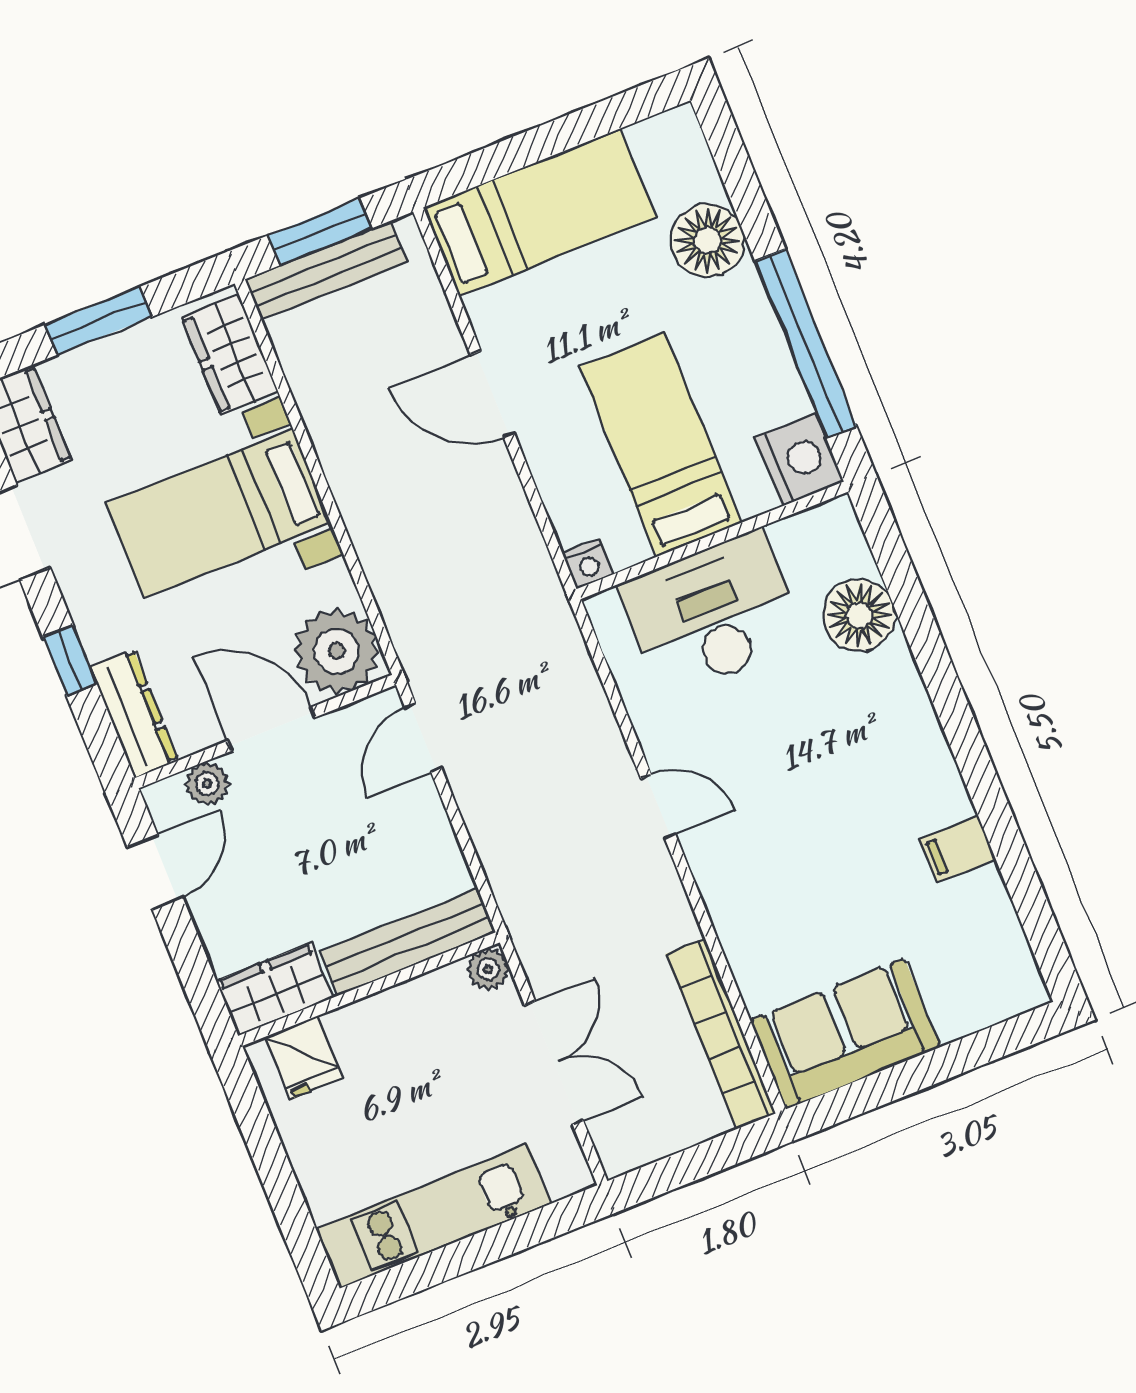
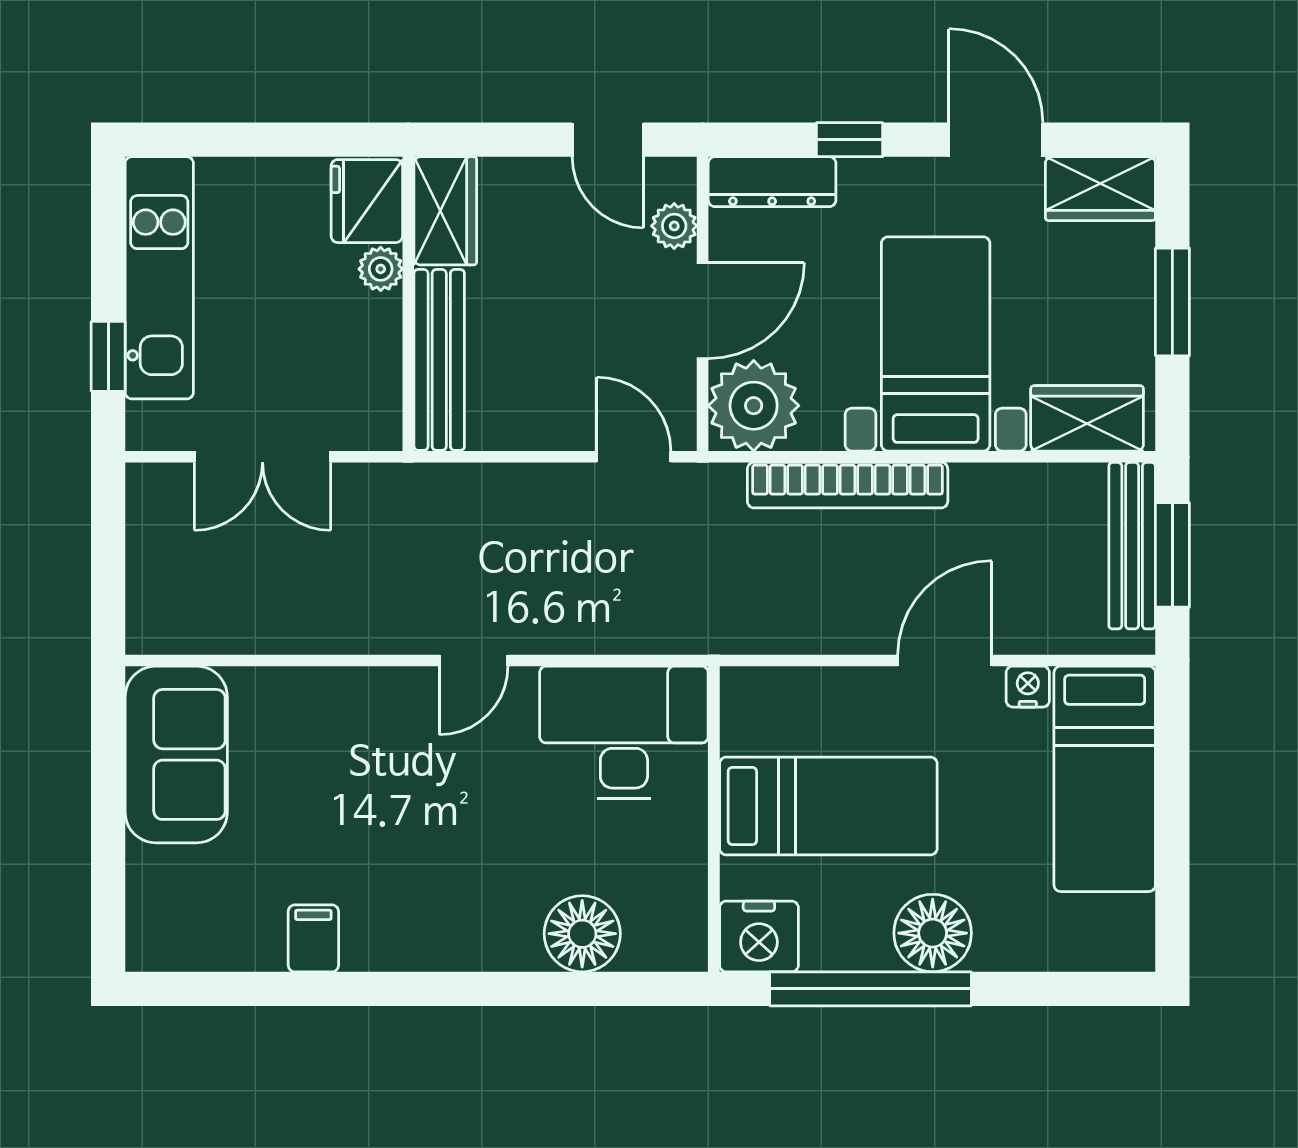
floor lamp: (708, 240) -> (933, 933), moved
nightstand: (588, 564) -> (1028, 687), moved, turned 90
desk: (712, 613) -> (624, 732), moved, turned -90
plant: (488, 969) -> (381, 269), moved
bookcase: (721, 1034) -> (848, 485), moved, turned 180
fridge: (304, 1058) -> (367, 201), width x1.38
window: (520, 1233) -> (108, 356), added

